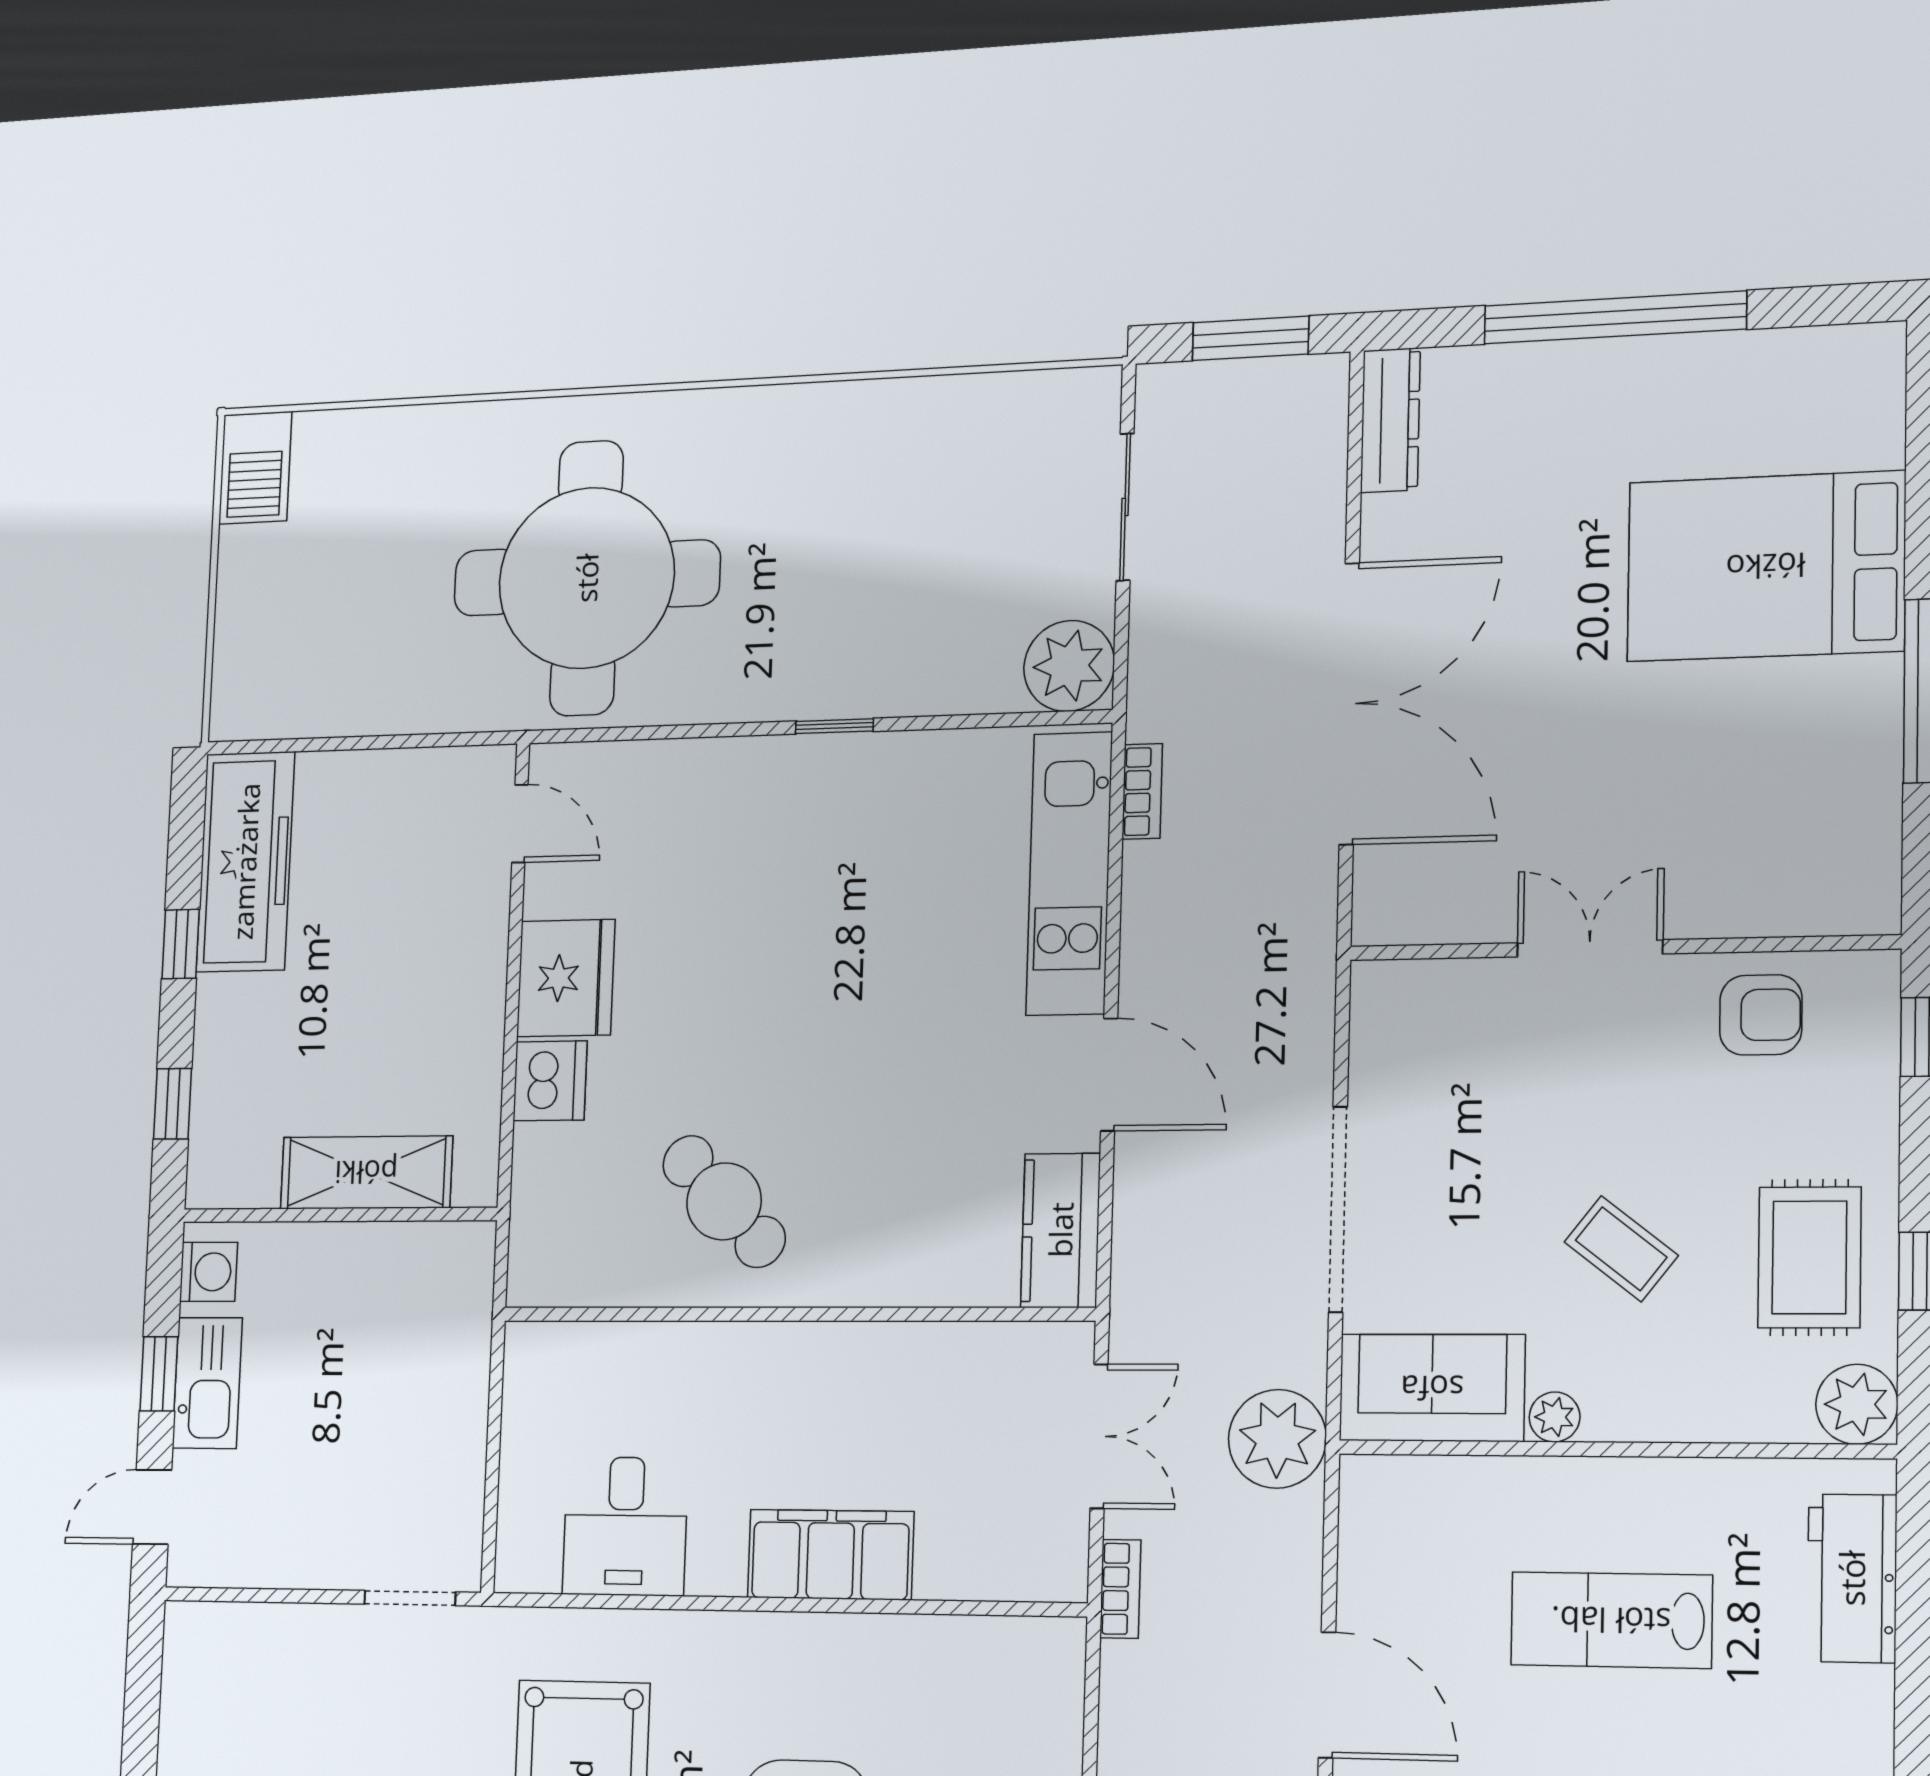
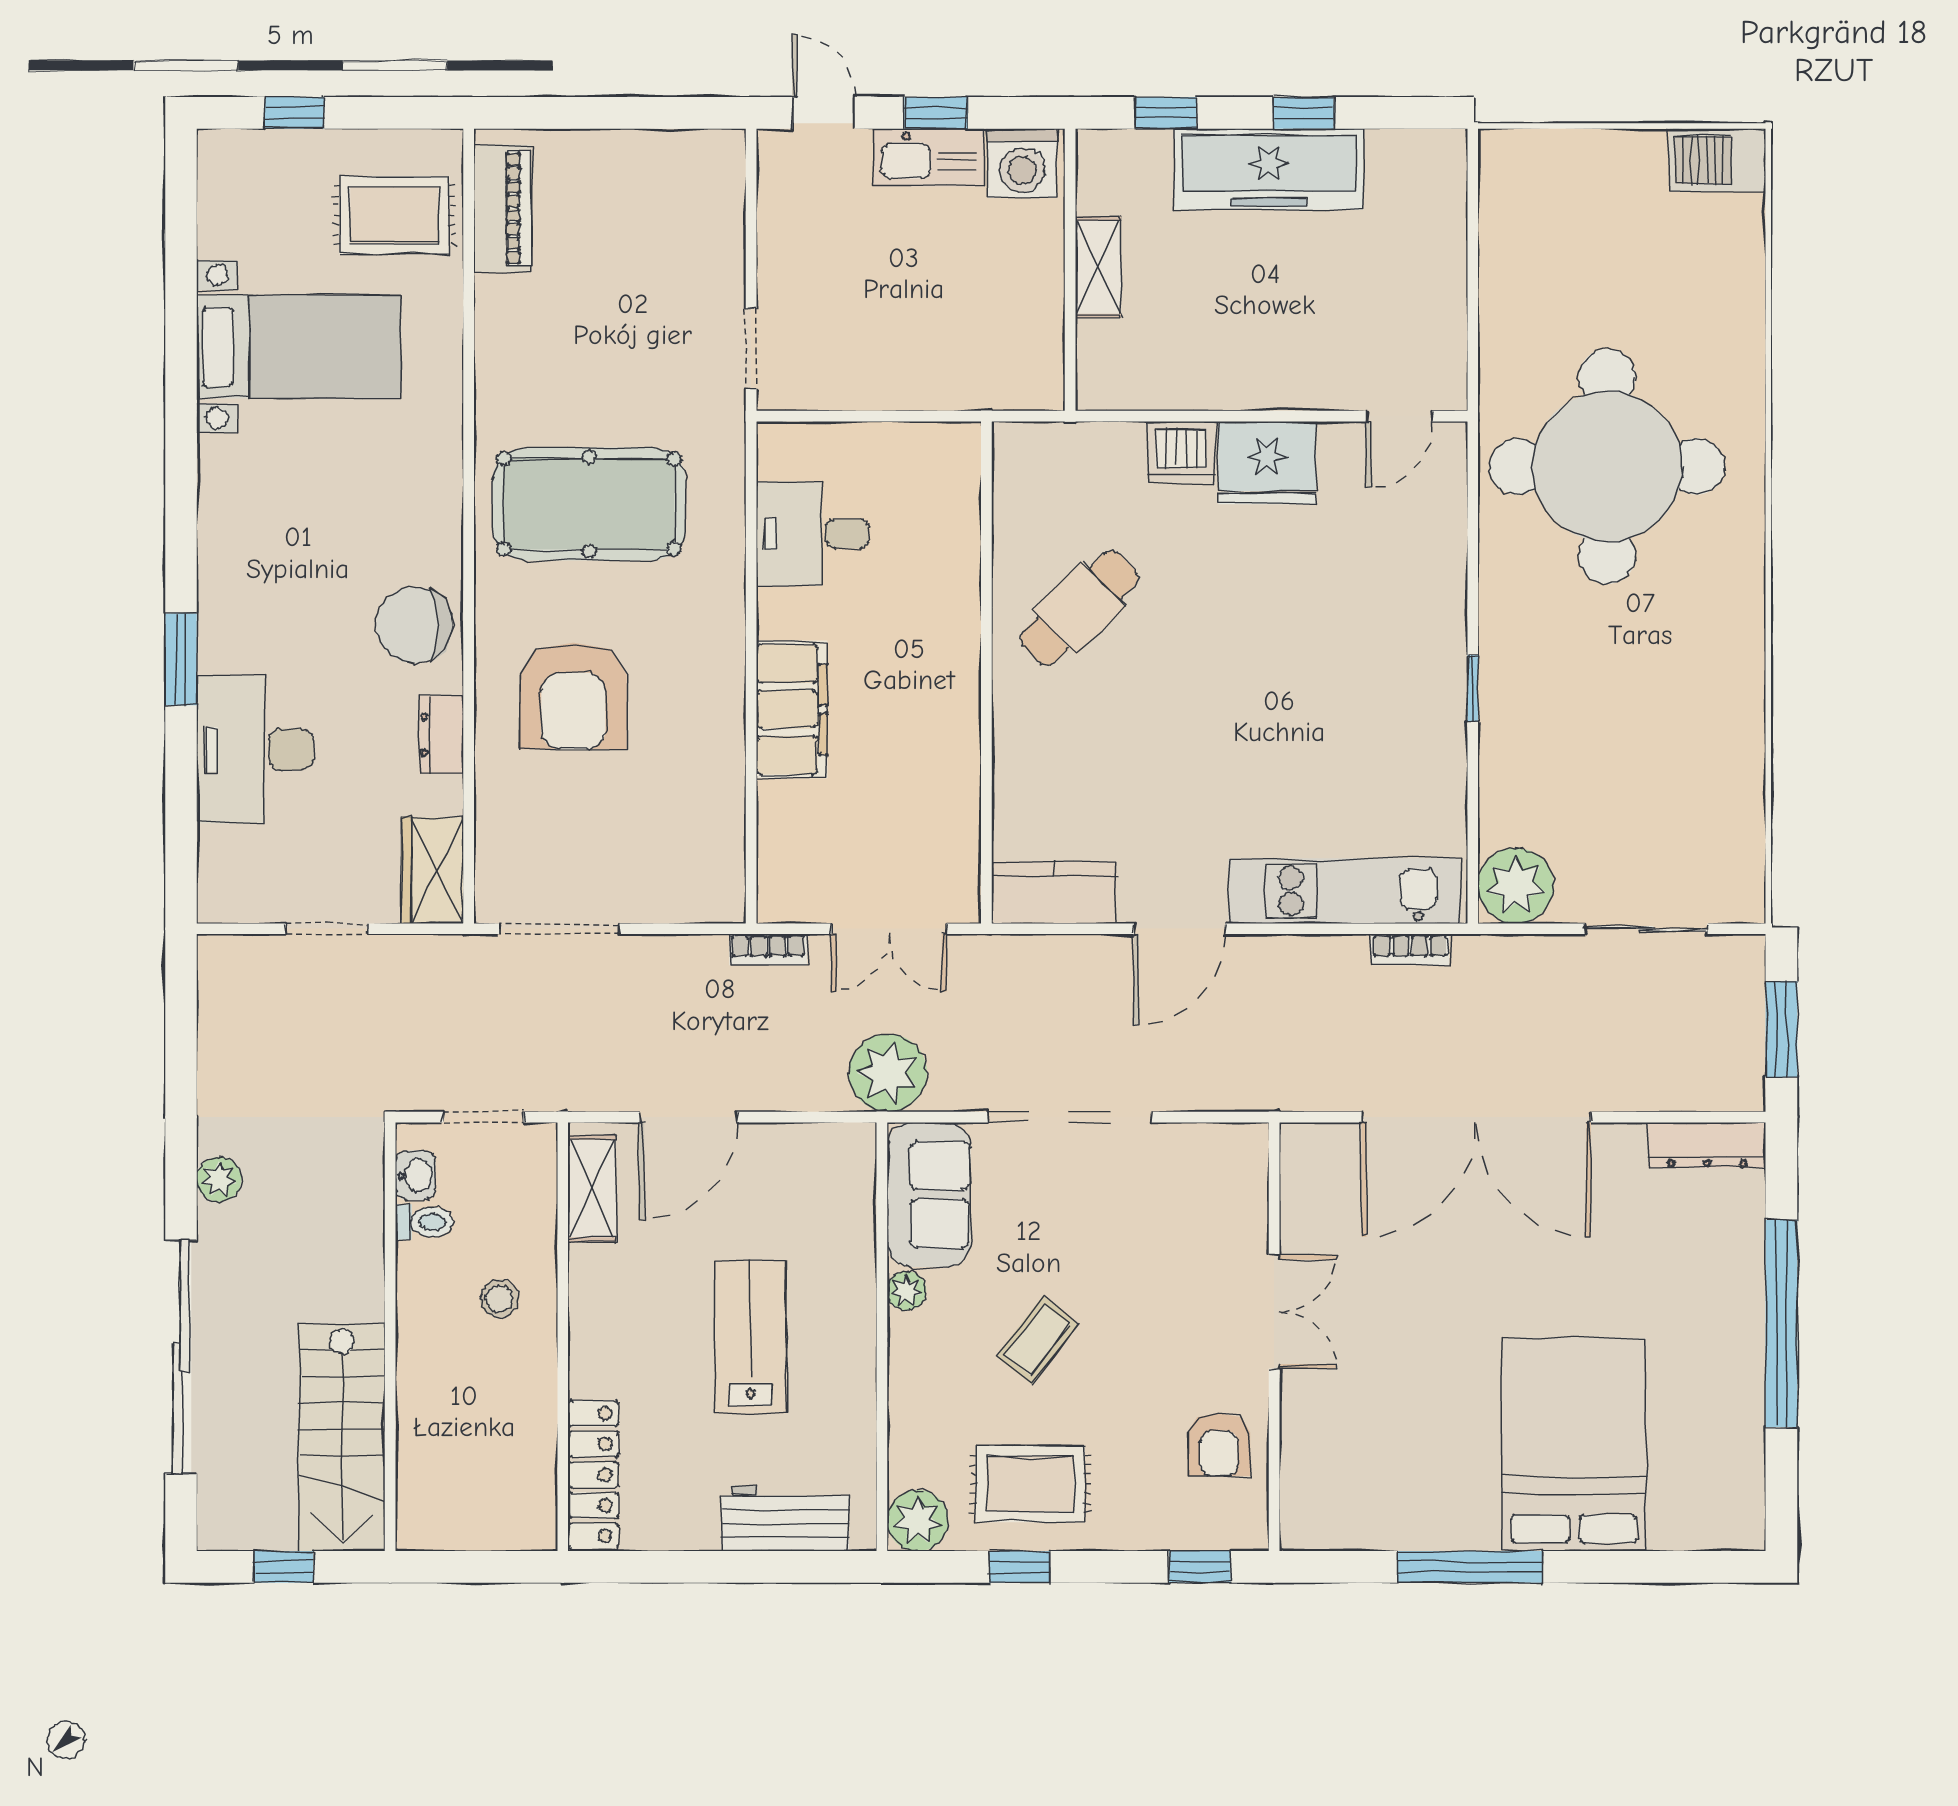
freezer: (246, 862) -> (1269, 169), moved
shelving: (366, 1172) -> (1098, 267), width x0.67, depth x0.75
washing machine: (209, 1272) -> (1022, 163), width x1.38, depth x1.38

